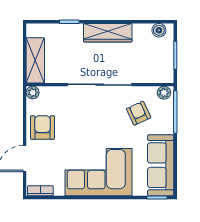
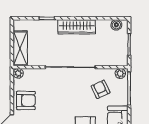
armchair: (43, 127) -> (26, 100), turned 90

